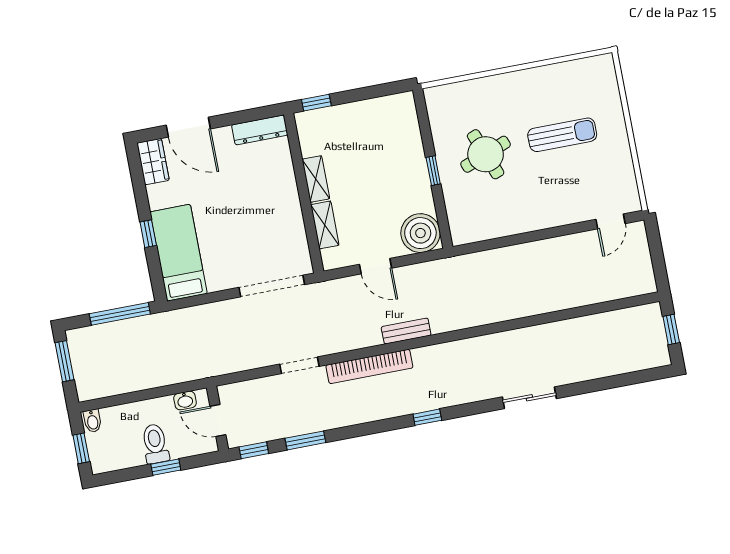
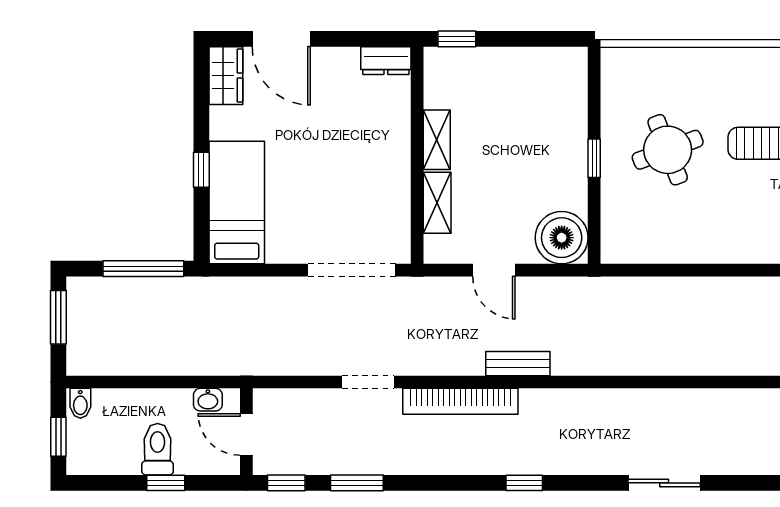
dresser: (260, 130) -> (386, 61), width x0.70

